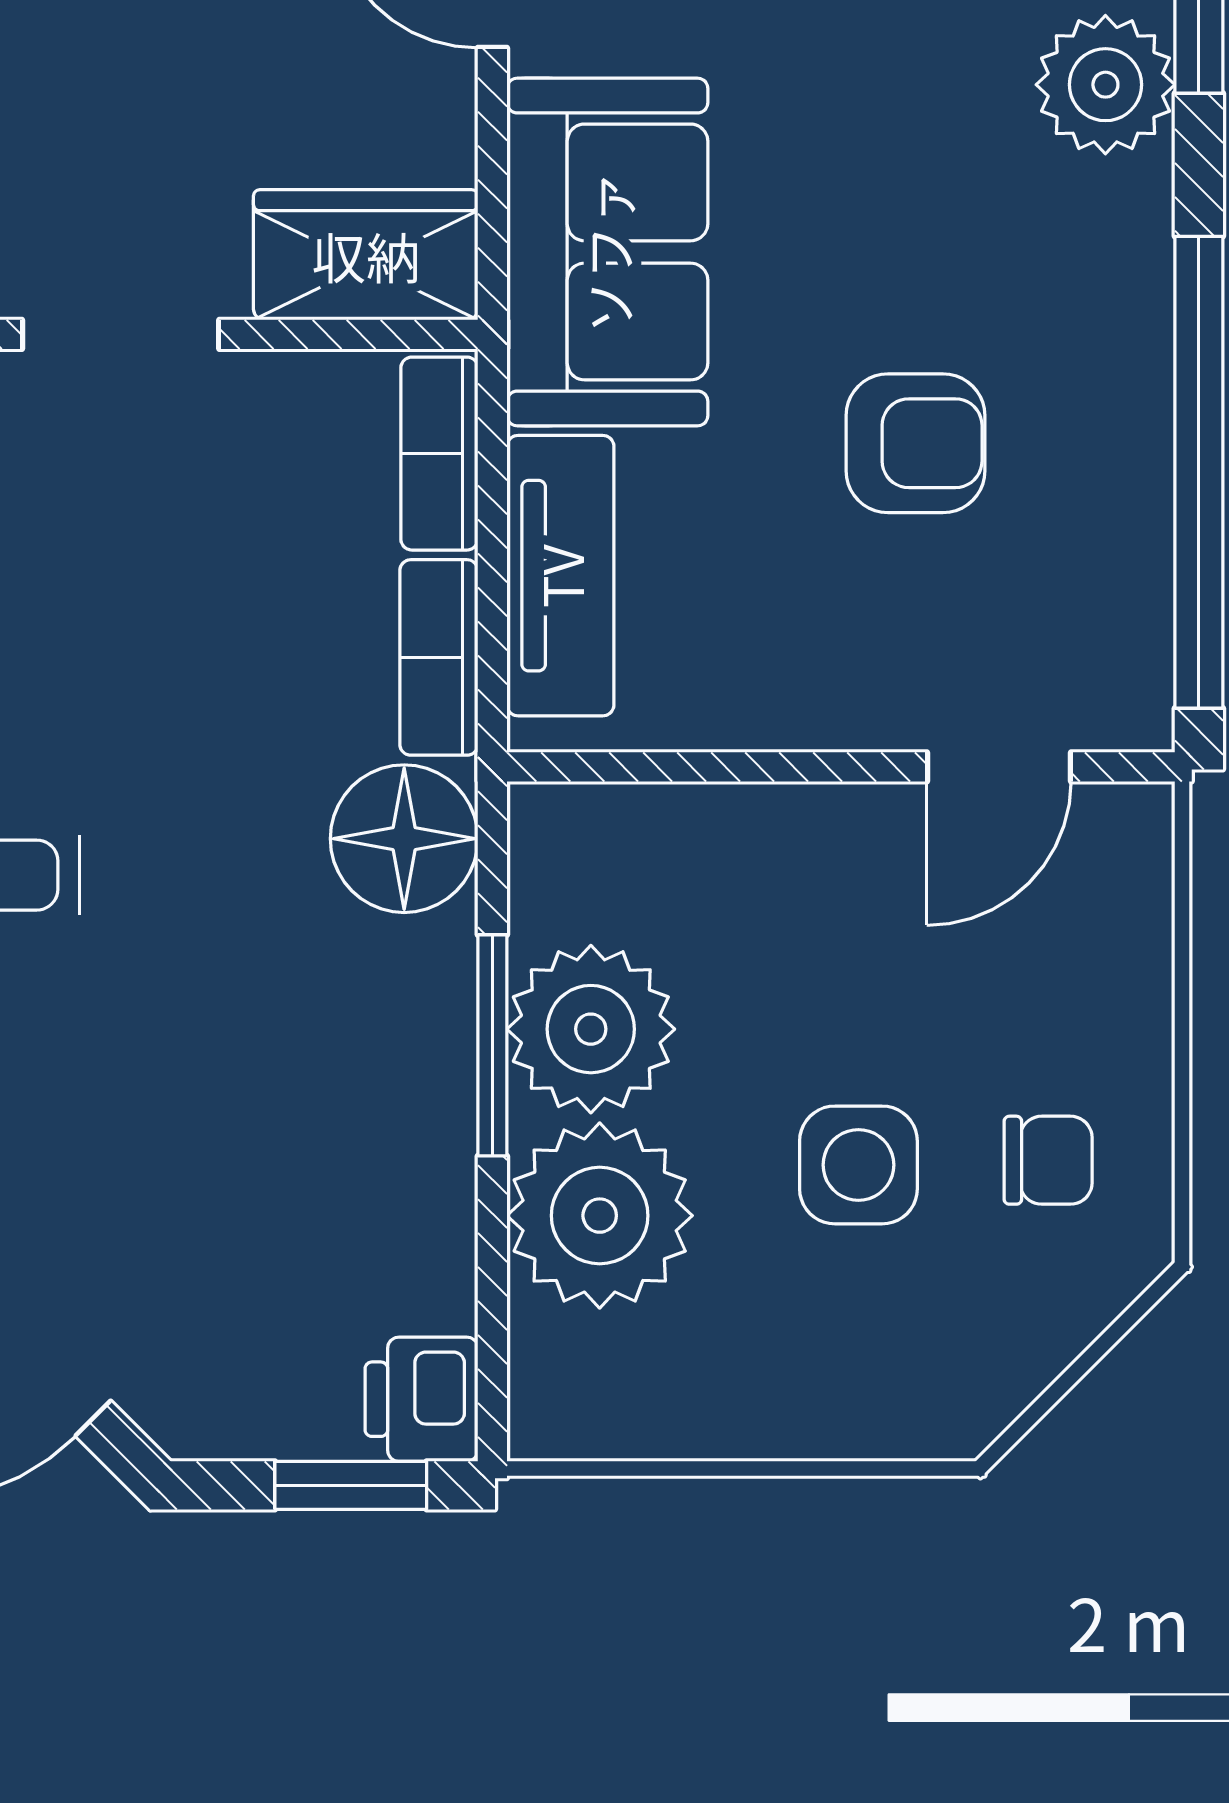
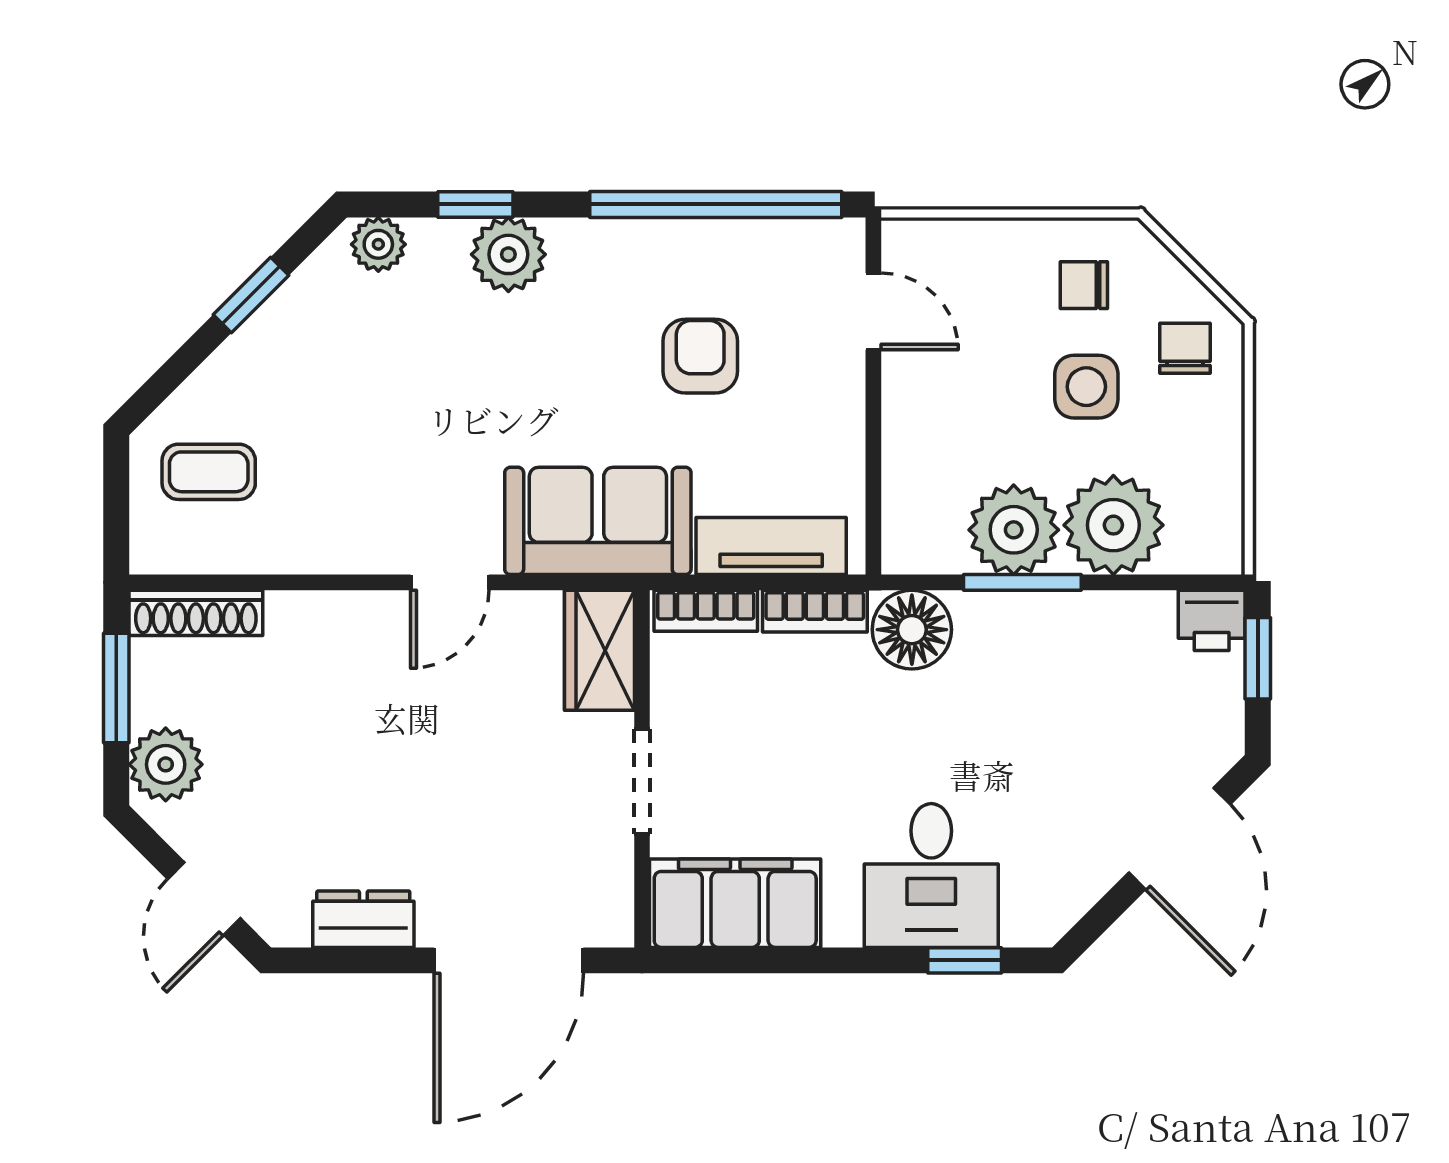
chair: (1048, 1160) -> (1084, 285), turned -90
chair: (930, 1349) -> (1185, 348), added

